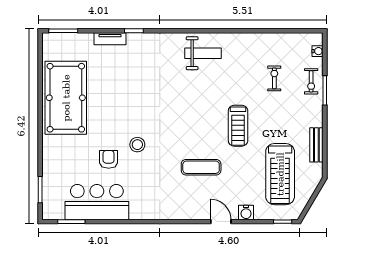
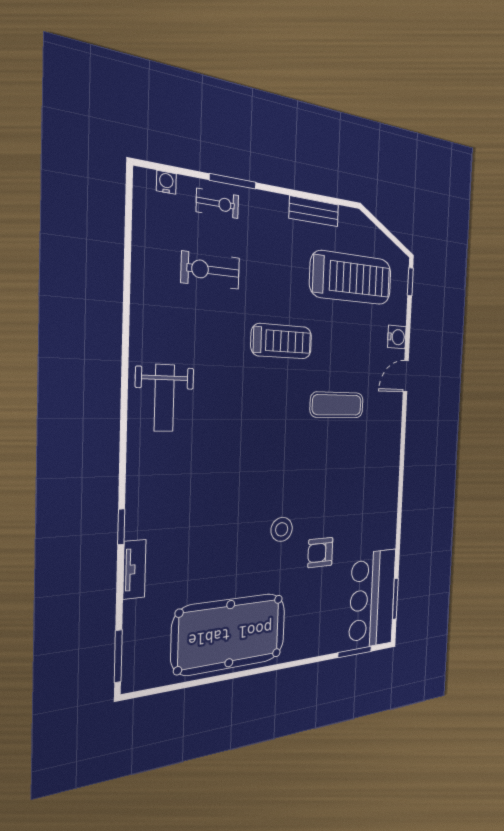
weight bench: (203, 53) -> (164, 398), turned 180
exercise bike: (274, 78) -> (210, 270), width x1.38, depth x1.39
stool: (137, 145) -> (282, 529), moved
exercise mat: (201, 167) -> (337, 405), turned 90
bar counter: (97, 202) -> (372, 599), moved

